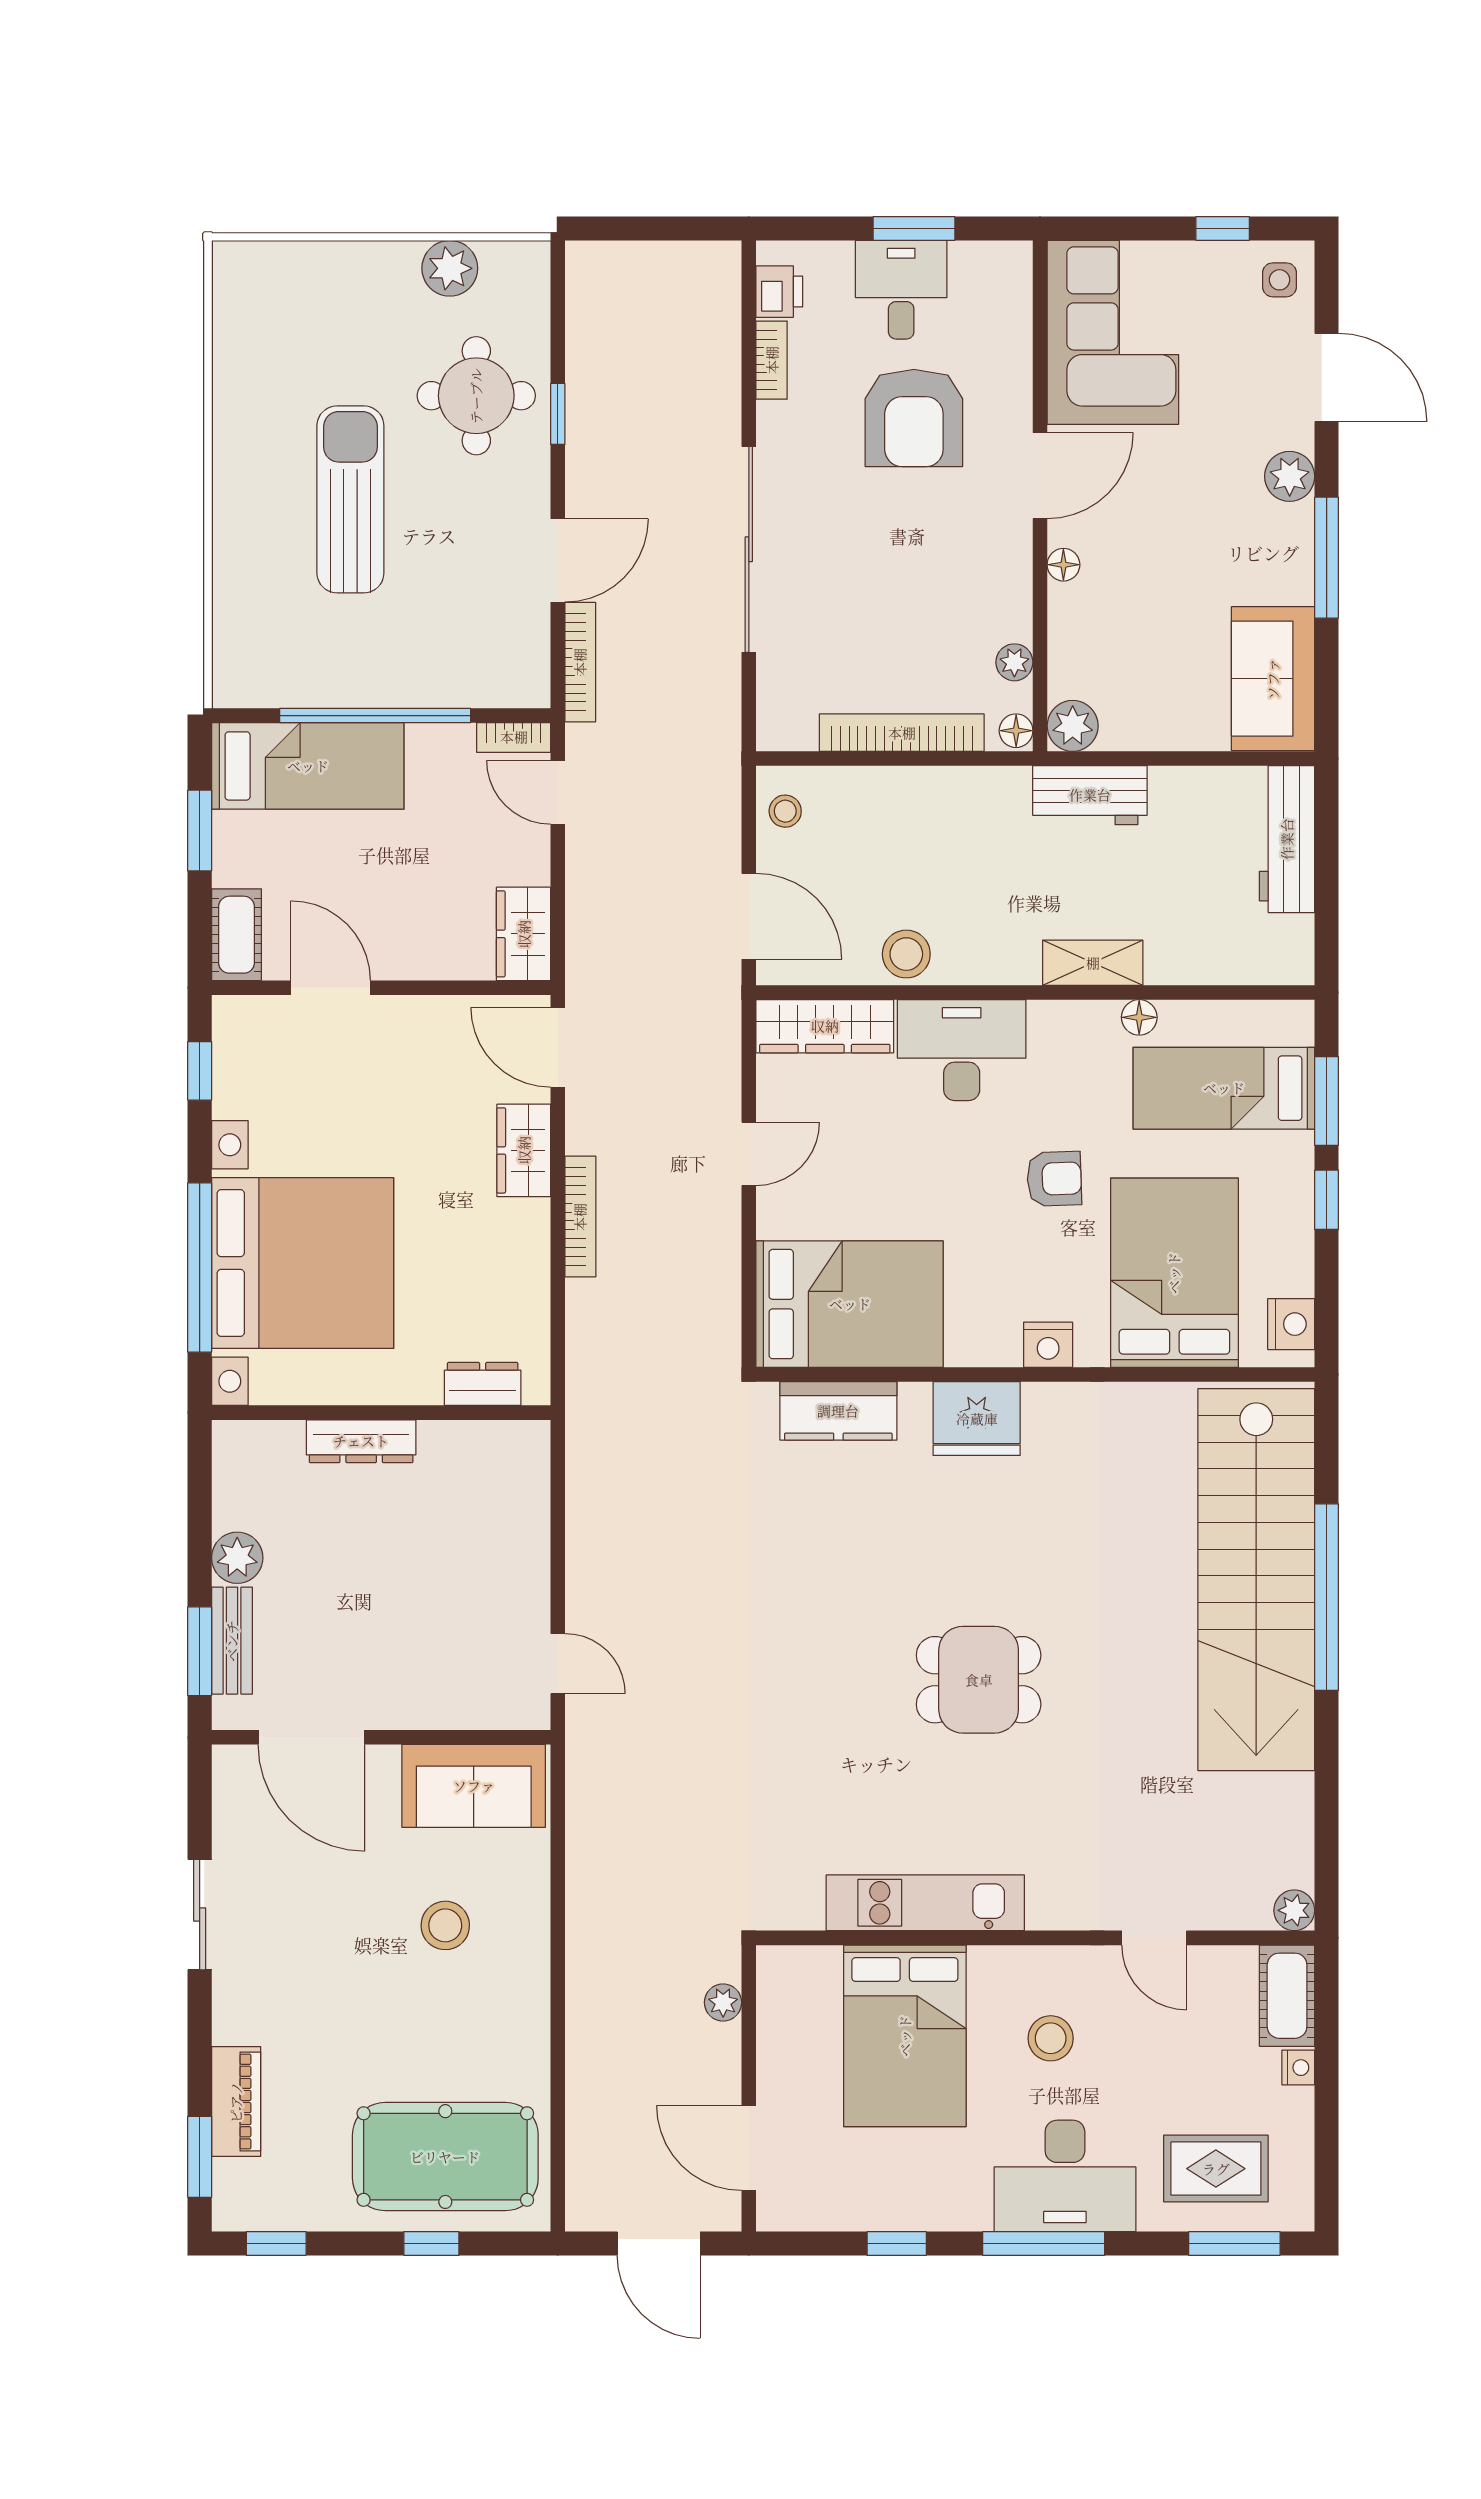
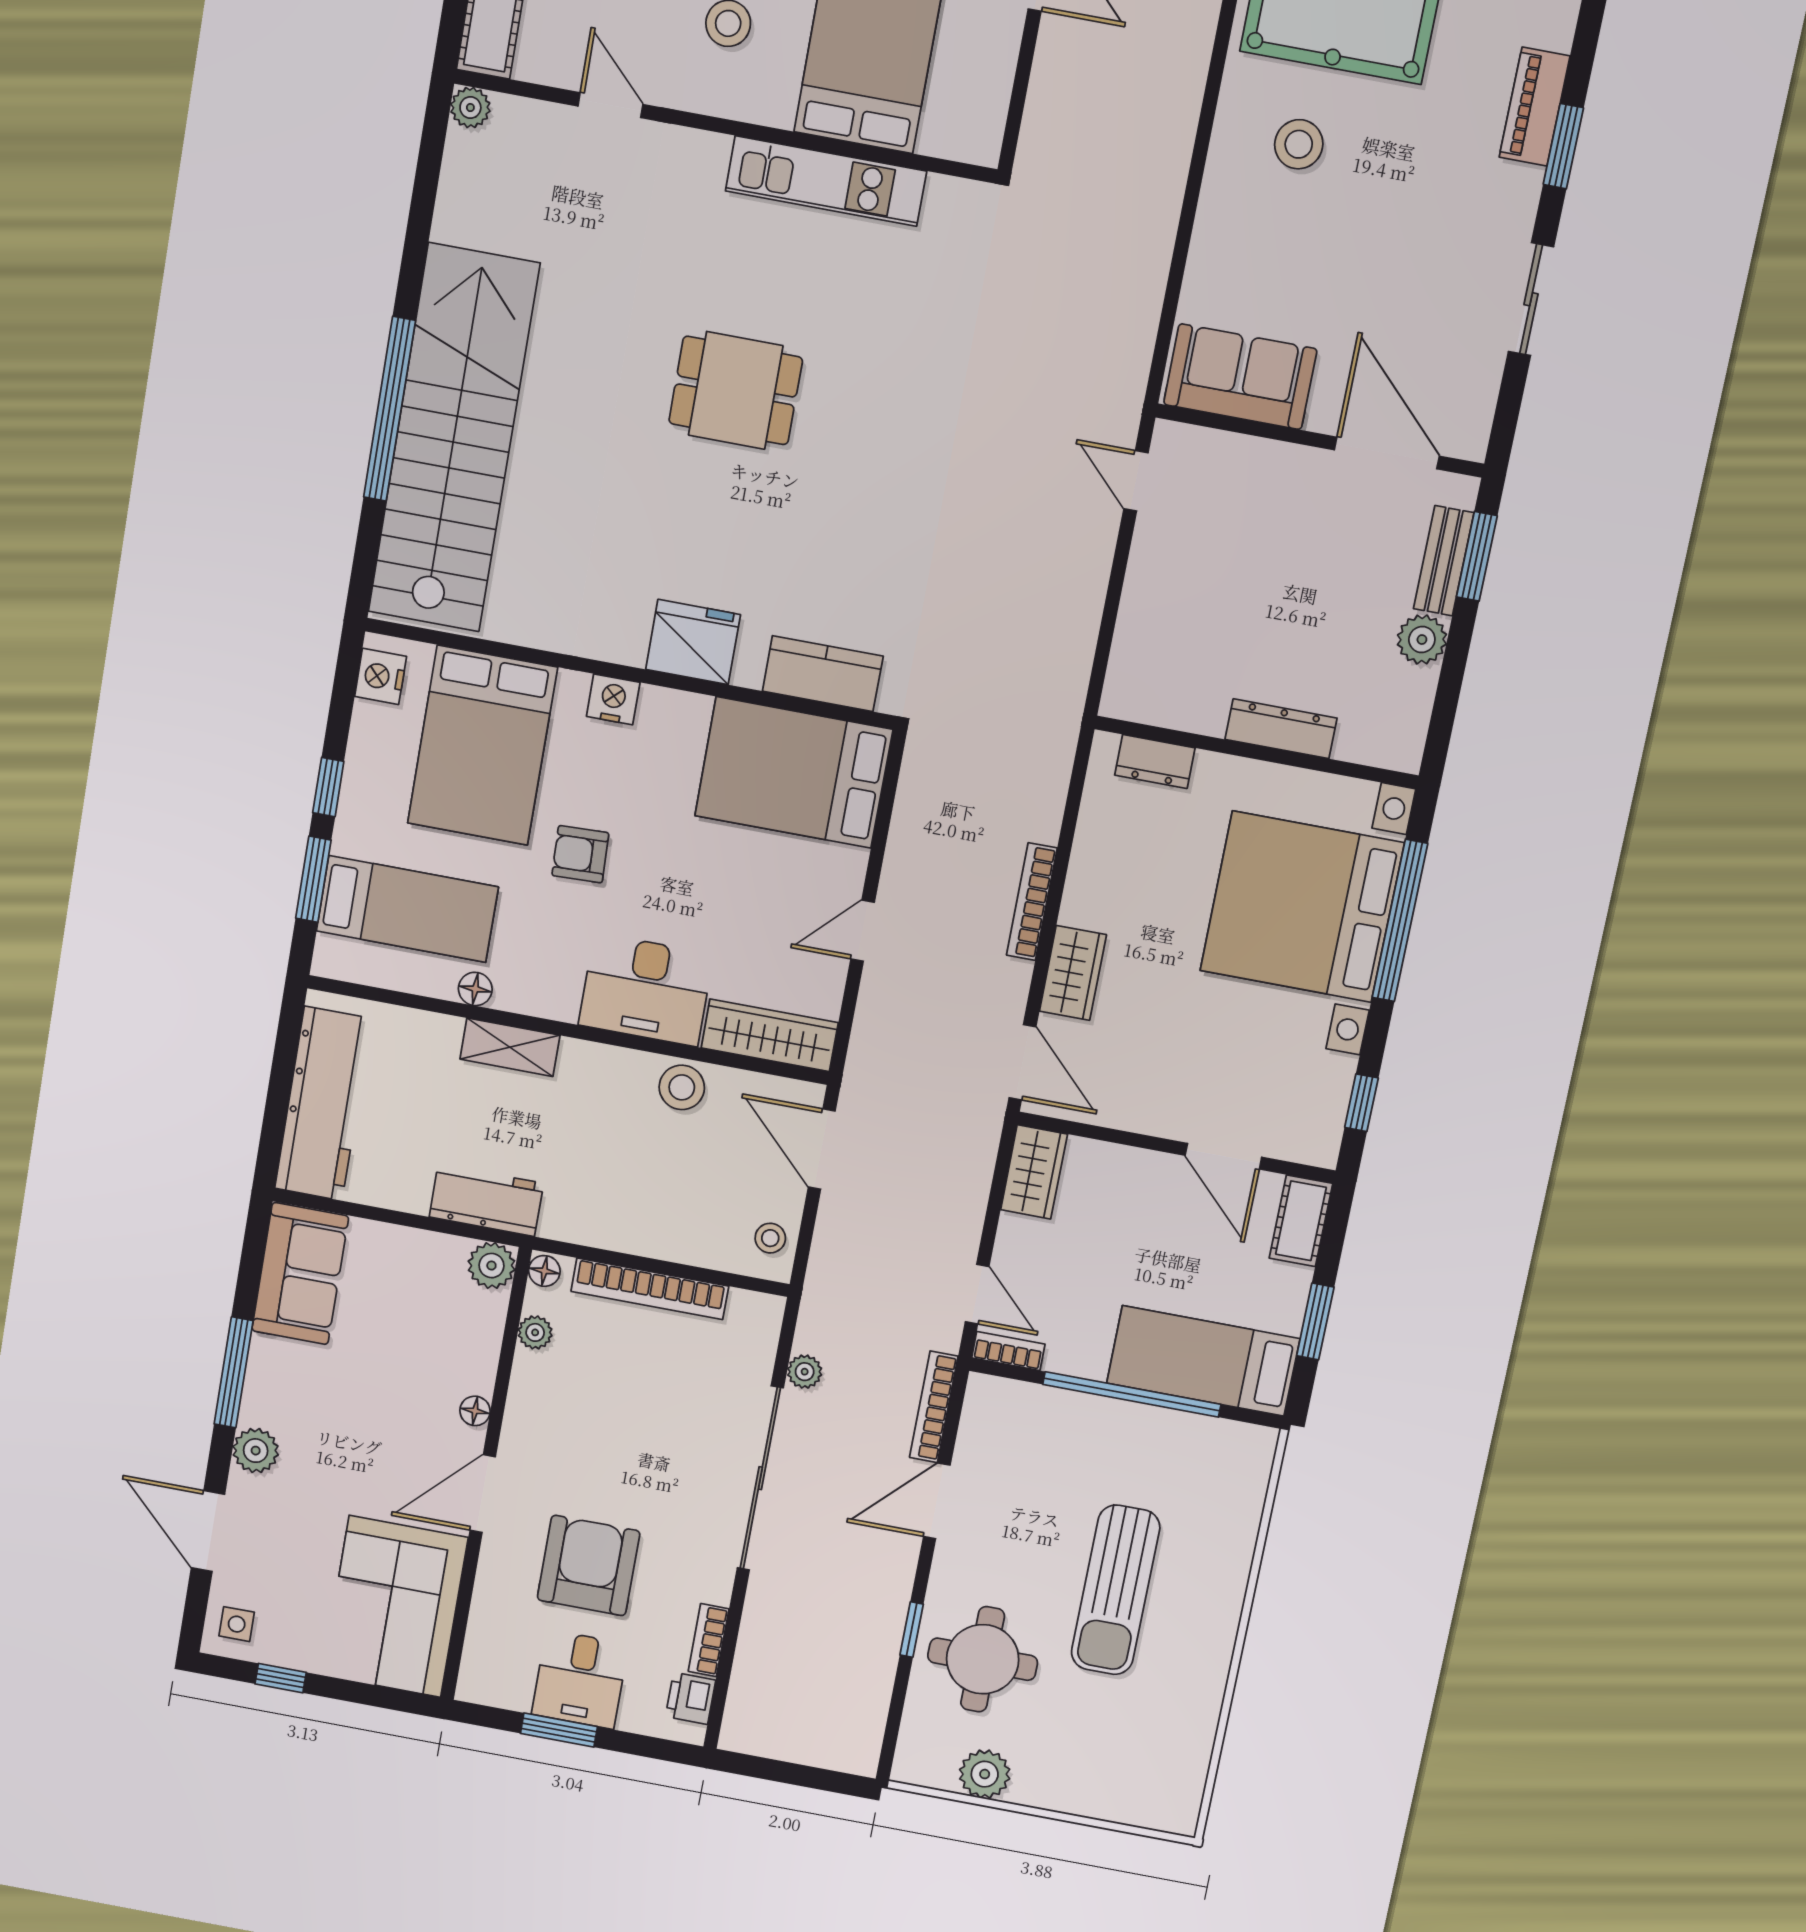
workbench: (1287, 839) -> (323, 1104), width x1.36, depth x1.32
stool: (445, 1925) -> (1299, 144), moved
plant: (723, 2002) -> (805, 1372), moved
window: (200, 2157) -> (1563, 146), moved

